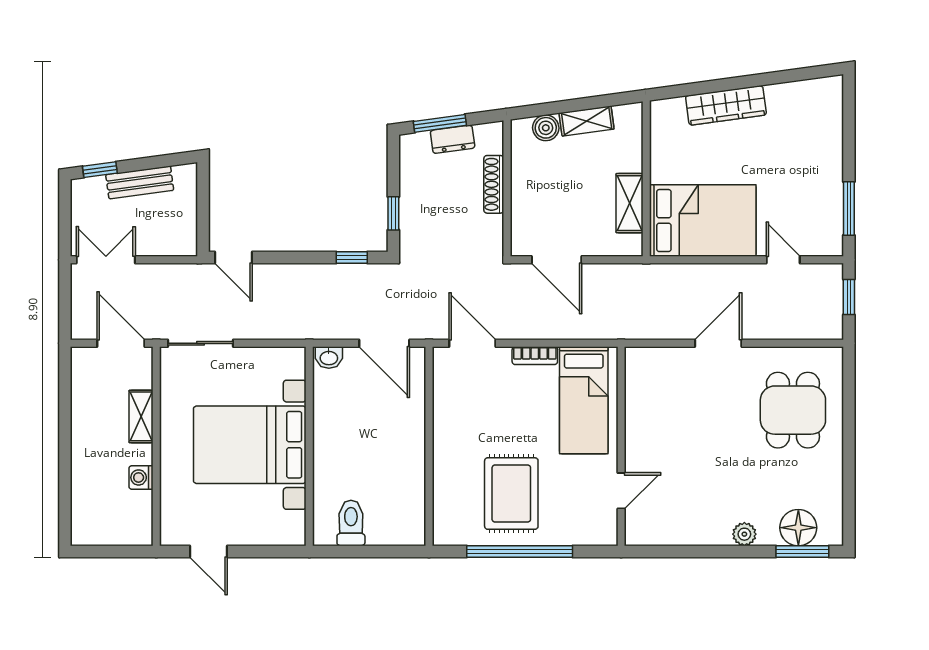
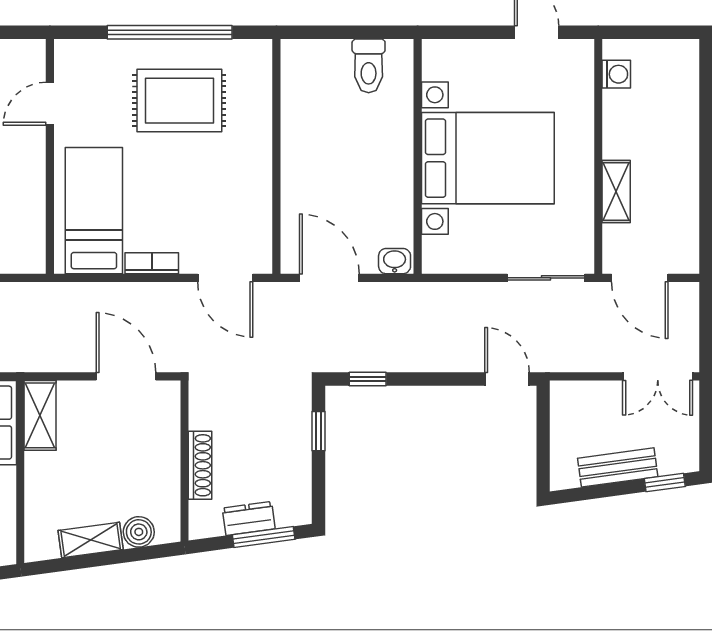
shelving: (629, 203) -> (40, 415), moved
washing machine: (141, 477) -> (616, 74), moved
rug: (511, 494) -> (179, 101), turned 90

